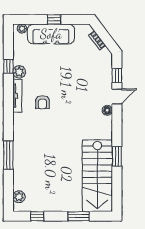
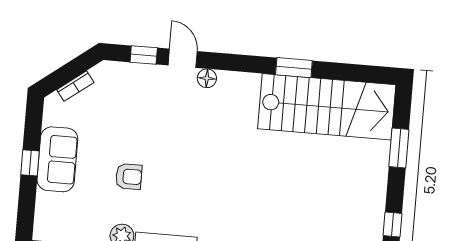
plant: (22, 29) -> (42, 224), removed
sofa: (51, 34) -> (57, 159), width x0.73
armchair: (42, 102) -> (129, 177), moved

